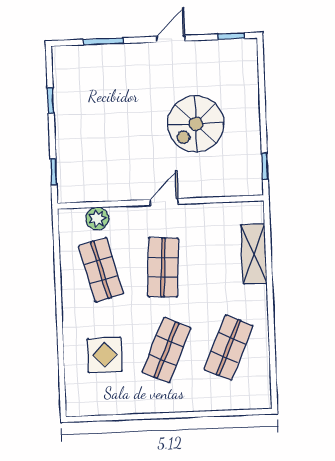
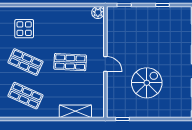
spiral stairs: (196, 124) -> (147, 83), turned 90
plant: (97, 218) -> (98, 13), moved
shop shelf: (101, 270) -> (70, 29), removed

